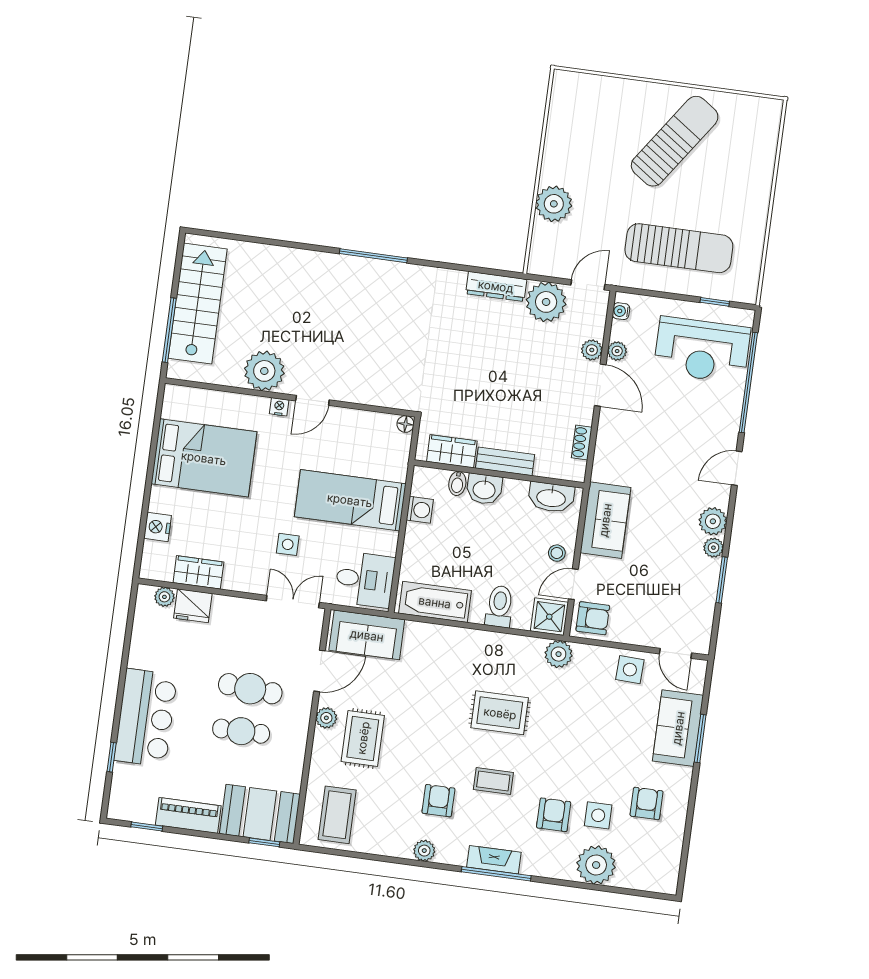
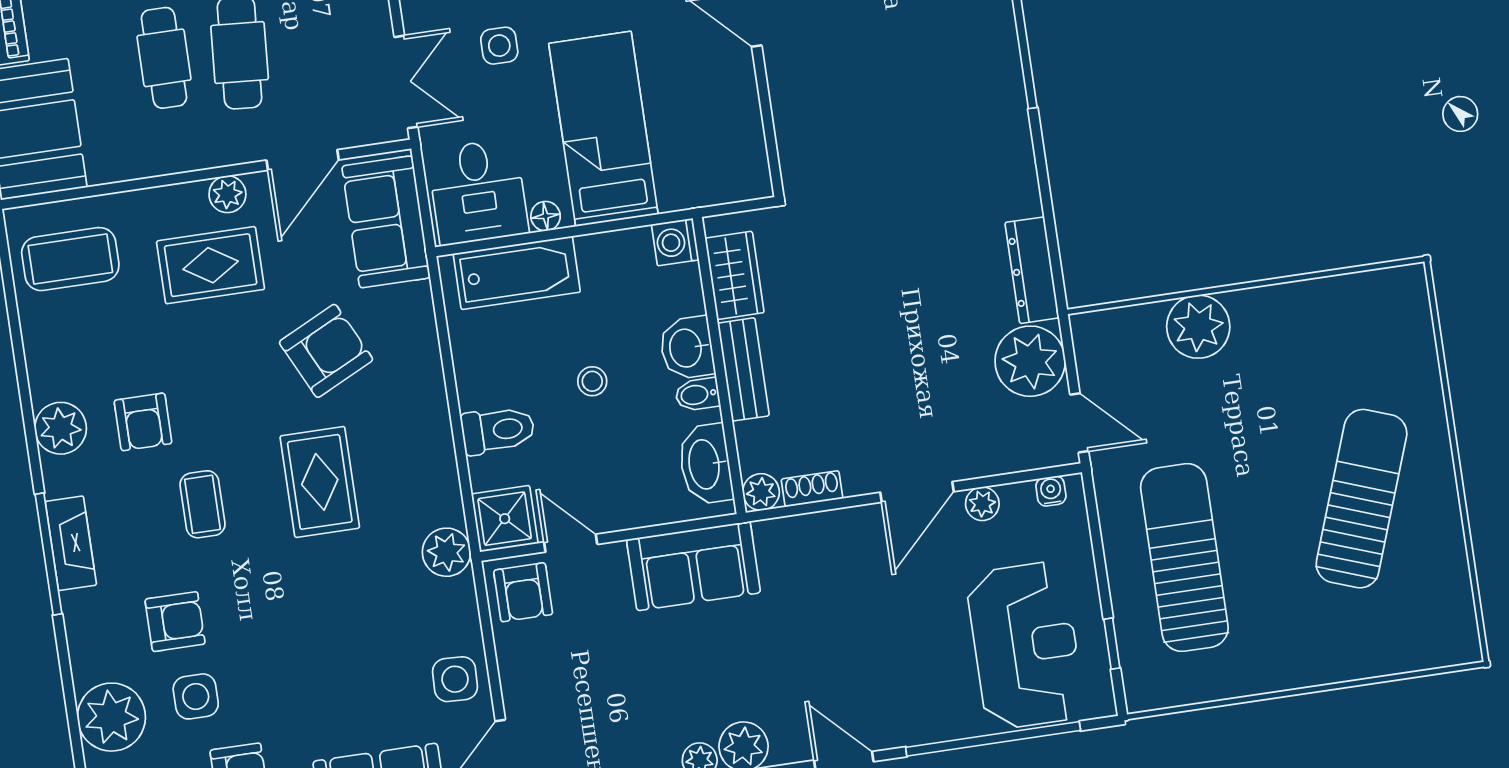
sun lounger: (675, 141) -> (1362, 499), turned -105
sun lounger: (679, 248) -> (1184, 558), turned 180
plant: (592, 350) -> (761, 492), moved
reception desk: (702, 350) -> (1025, 645), turned 180
floor lamp: (406, 424) -> (546, 216), moved
bidet: (457, 483) -> (697, 395), moved
washing machine: (420, 510) -> (675, 242), moved, turned 90
stool: (557, 553) -> (592, 381), moved
bathtub: (435, 602) -> (517, 273), moved, turned 90
door: (319, 671) -> (303, 160), hinge flipped
armchair: (428, 688) -> (326, 351), added
armchair: (438, 801) -> (143, 422), turned 90
plant: (424, 851) -> (61, 428), width x1.38, depth x1.38

